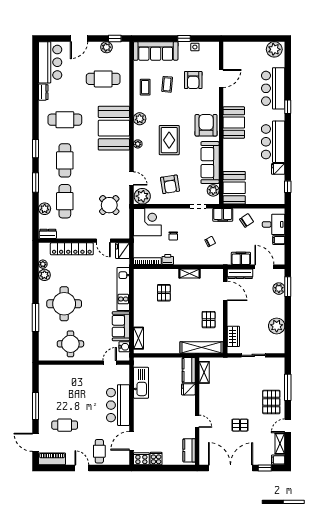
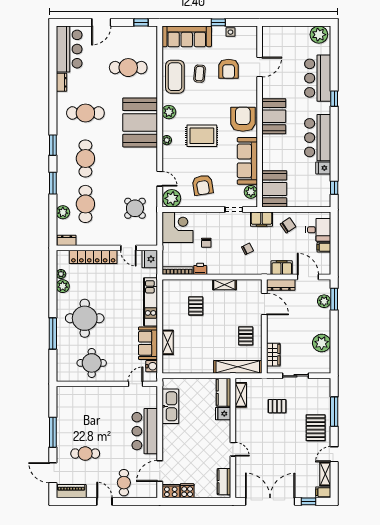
plant: (106, 47) -> (132, 32), removed
coffee table: (145, 87) -> (175, 77), width x1.86, depth x1.72
rug: (169, 140) -> (202, 136), turned 90
shelving: (139, 338) -> (168, 342), moved
pallet: (240, 425) -> (277, 406), moved

